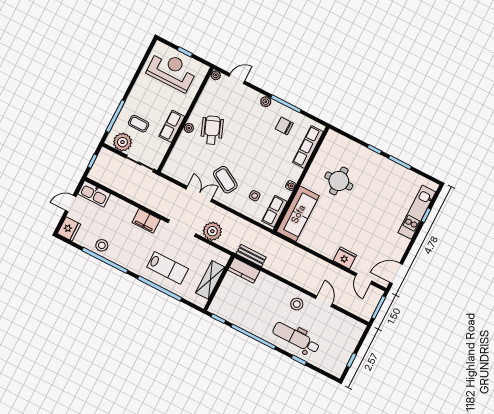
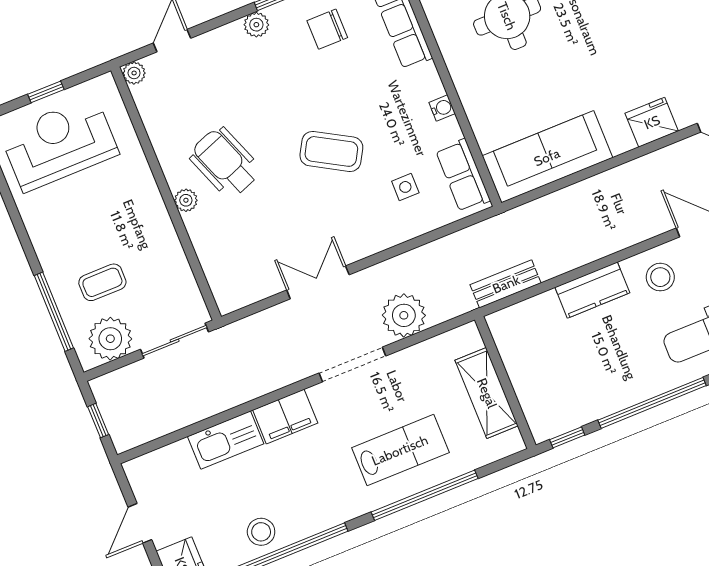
row of seats: (172, 126) -> (157, 228), removed
coffee table: (225, 180) -> (331, 151), moved
kitchen sink: (94, 194) -> (226, 440), moved
sofa: (298, 214) -> (547, 157), moved, turned -90
kitchen counter: (244, 270) -> (592, 290), moved

